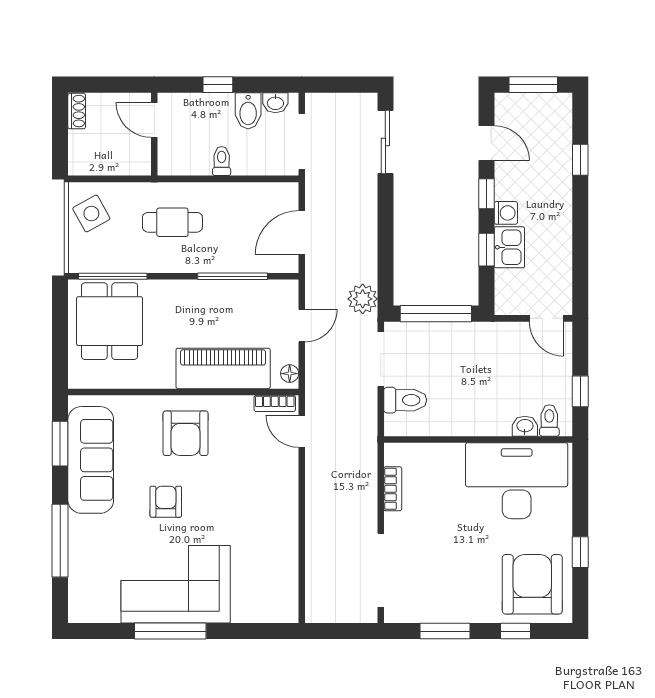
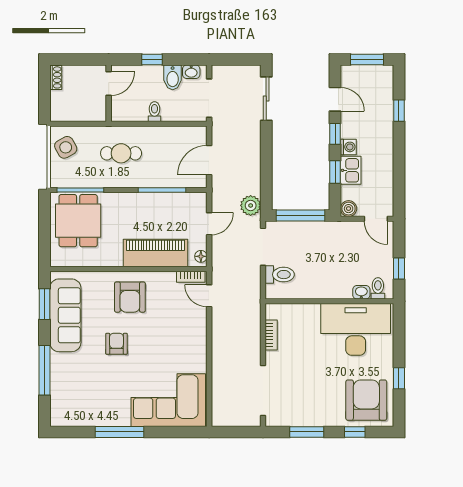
door: (154, 120) -> (109, 84), swing flipped
boiler: (506, 303) -> (349, 209), added
corner sofa: (176, 584) -> (168, 400), moved

